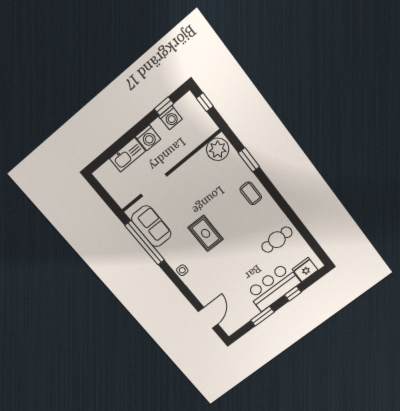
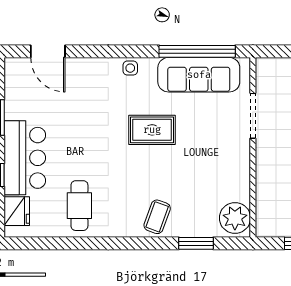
coffee table: (251, 193) -> (157, 217), turned -70
sofa: (151, 226) -> (199, 75), width x1.36

